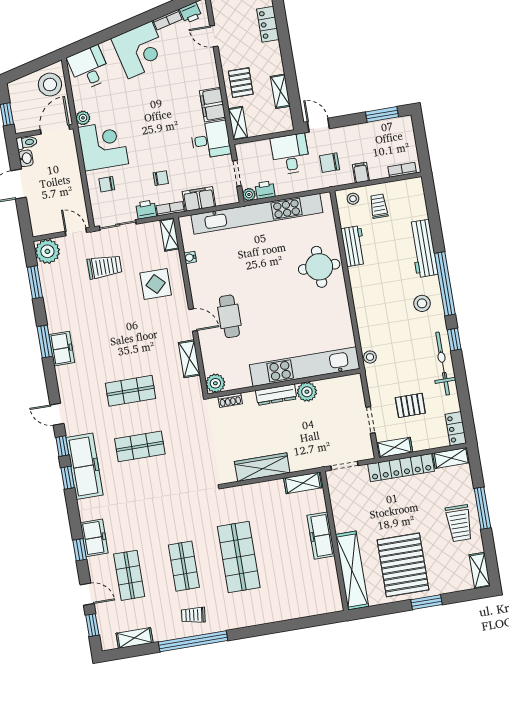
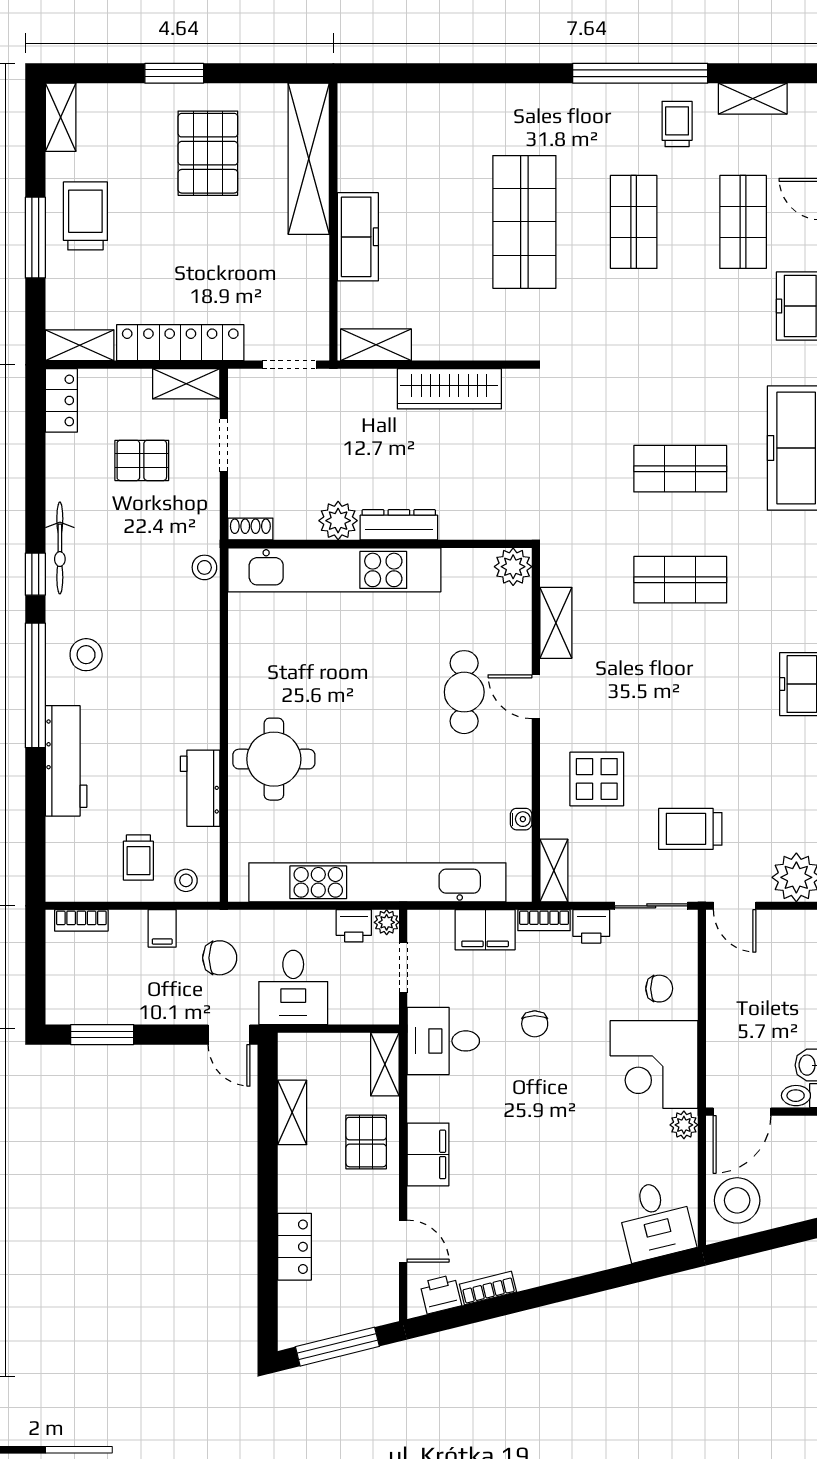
corner desk: (140, 50) -> (551, 1238), removed
filing cabinet: (213, 105) -> (428, 1154), moved
chair: (161, 178) -> (535, 1024), moved, turned -90
bicycle: (443, 364) -> (60, 548), width x0.73, depth x0.71
shoe rack: (230, 400) -> (250, 529), moved
pallet: (403, 565) -> (208, 153), width x0.73, depth x0.71
trolley: (193, 615) -> (677, 124), moved, turned -97

